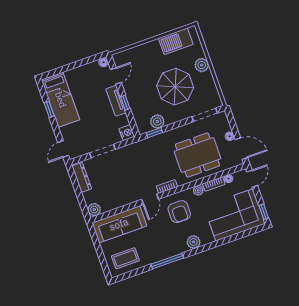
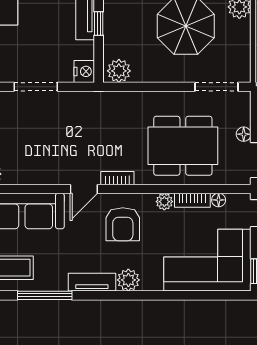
plant: (157, 121) -> (119, 71), moved
window: (154, 133) -> (128, 87), removed
tv unit: (173, 251) -> (92, 282), added
window: (167, 261) -> (45, 295), moved

